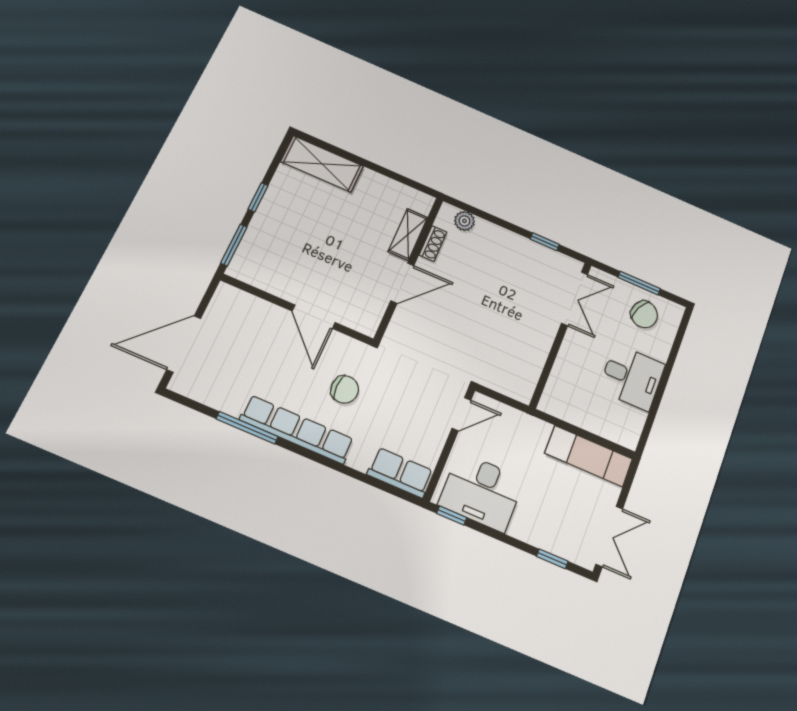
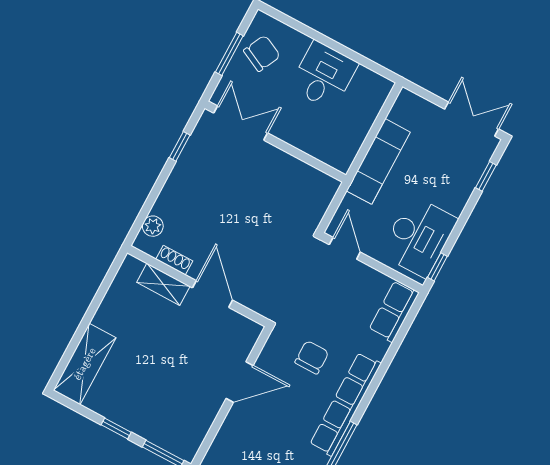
exam couch: (589, 456) -> (378, 161), moved

